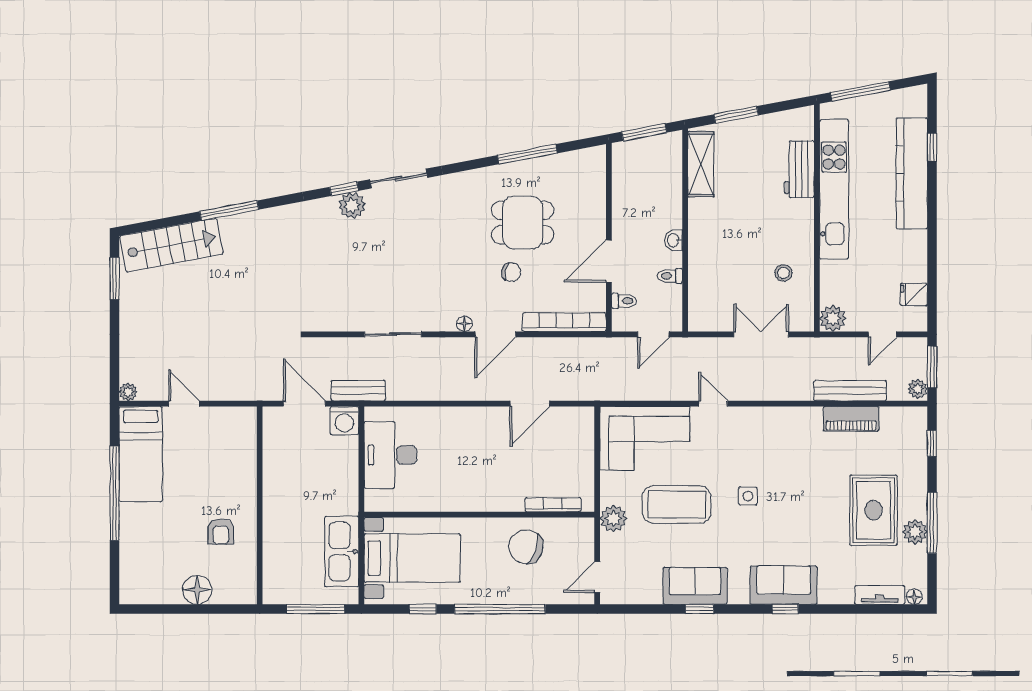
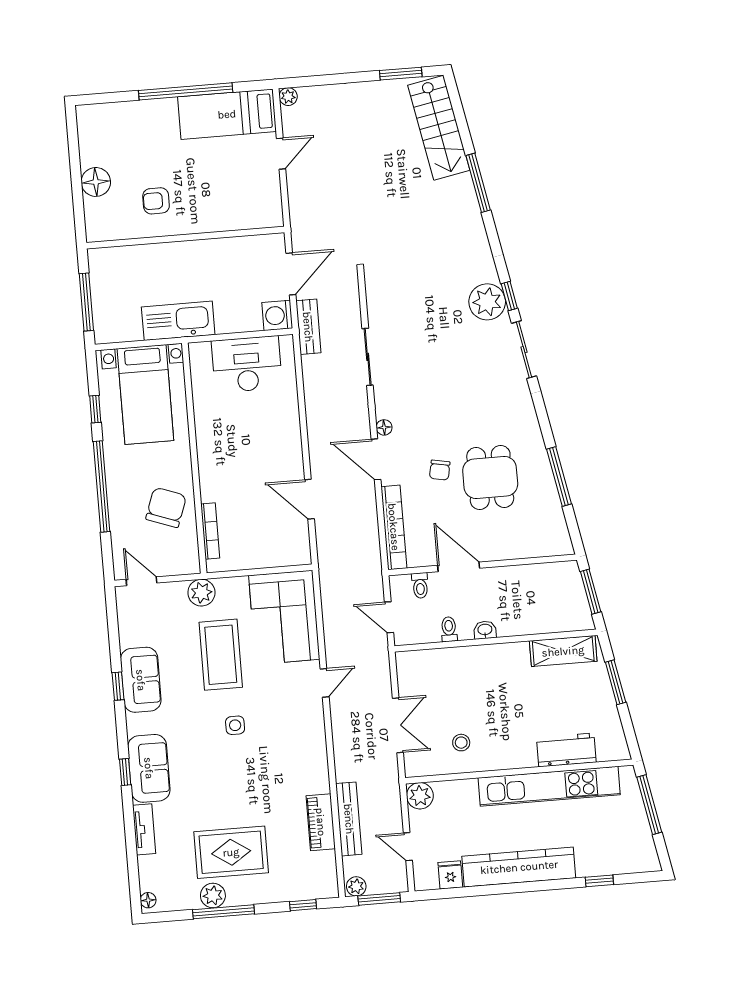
kitchen counter: (912, 173) -> (519, 867), moved
plant: (352, 206) -> (487, 302), width x1.36, depth x1.36
kitchen sink: (342, 552) -> (178, 321), moved
tv unit: (880, 595) -> (144, 829), moved

